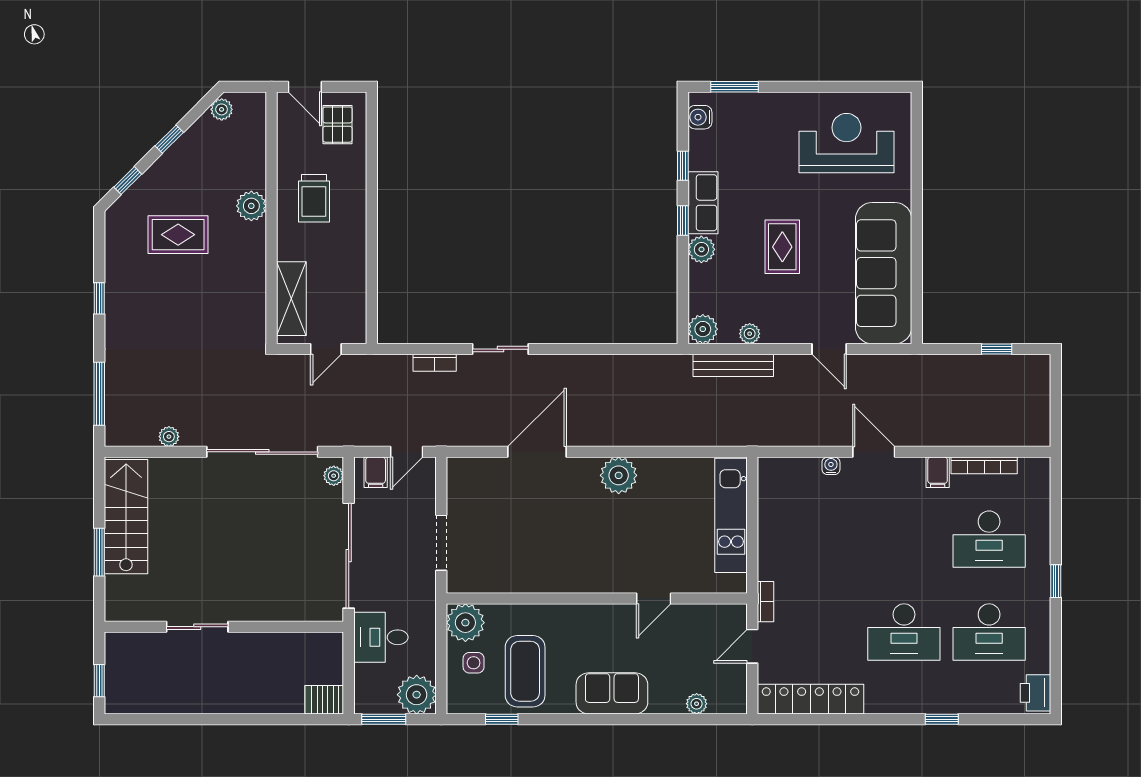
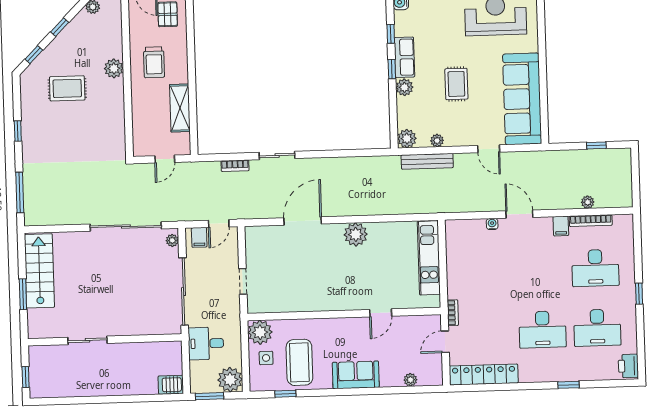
shelving: (291, 299) -> (180, 108), moved
plant: (169, 437) -> (588, 202), moved
doorway: (441, 543) -> (243, 281), width x0.73

